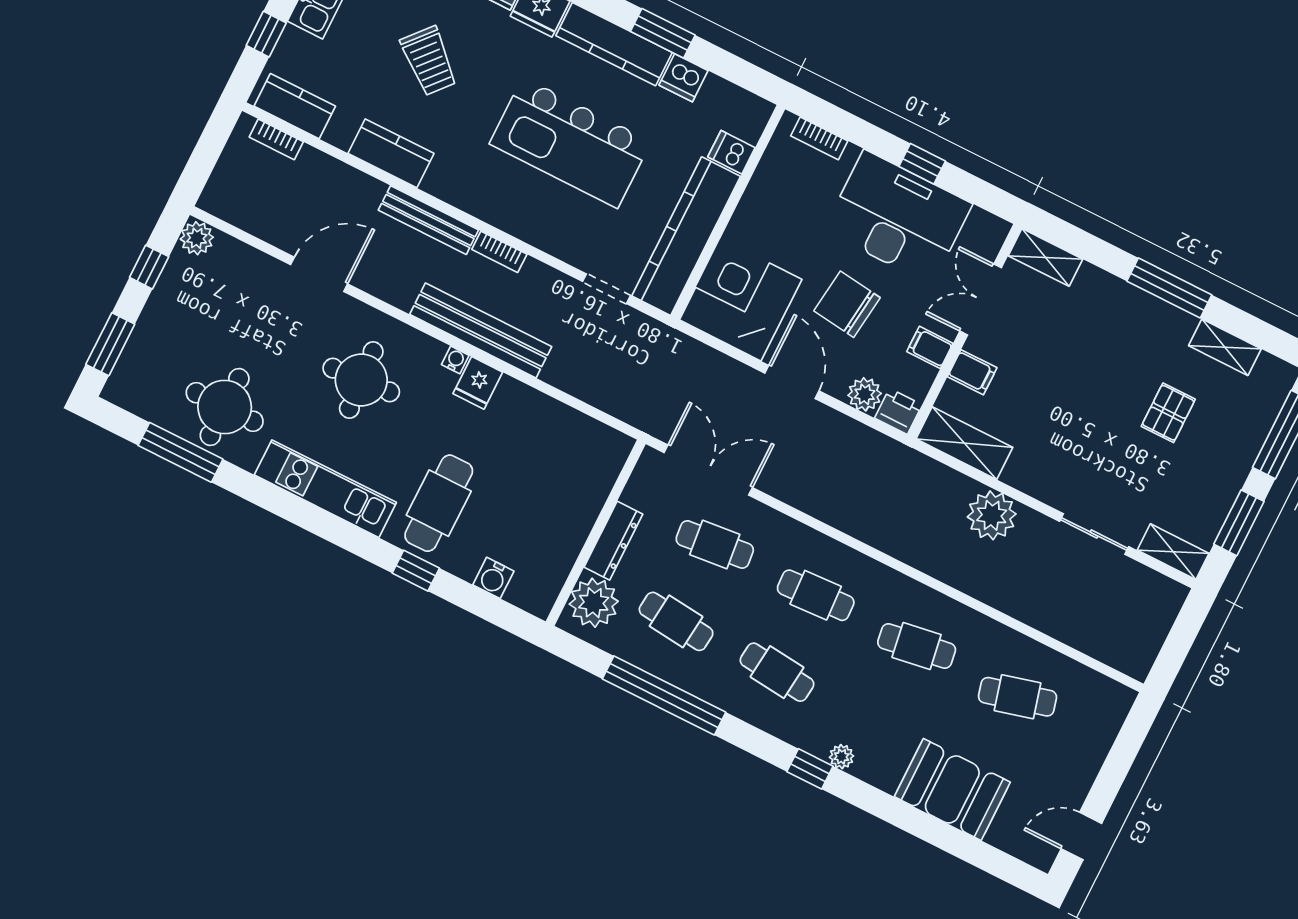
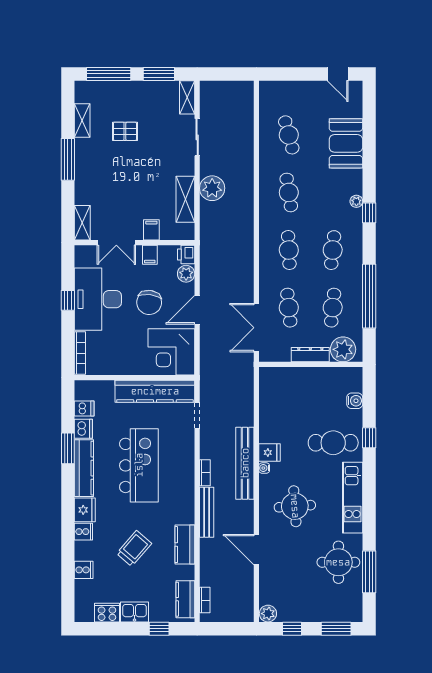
bookcase: (819, 138) -> (80, 353), width x1.56
dishwasher: (731, 152) -> (84, 409), moved, turned -90
shelving: (964, 443) -> (185, 199), moved

